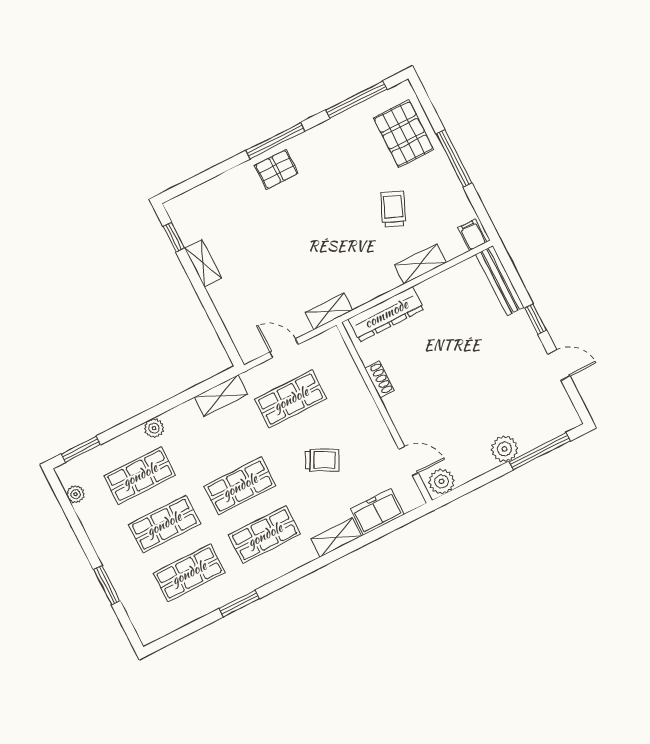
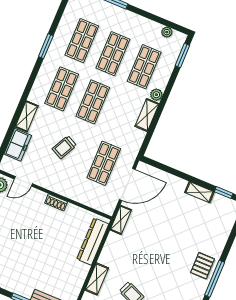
door: (284, 348) -> (127, 184), width x1.88
shoe rack: (379, 379) -> (56, 202), moved
shelving: (221, 396) -> (147, 115), moved

